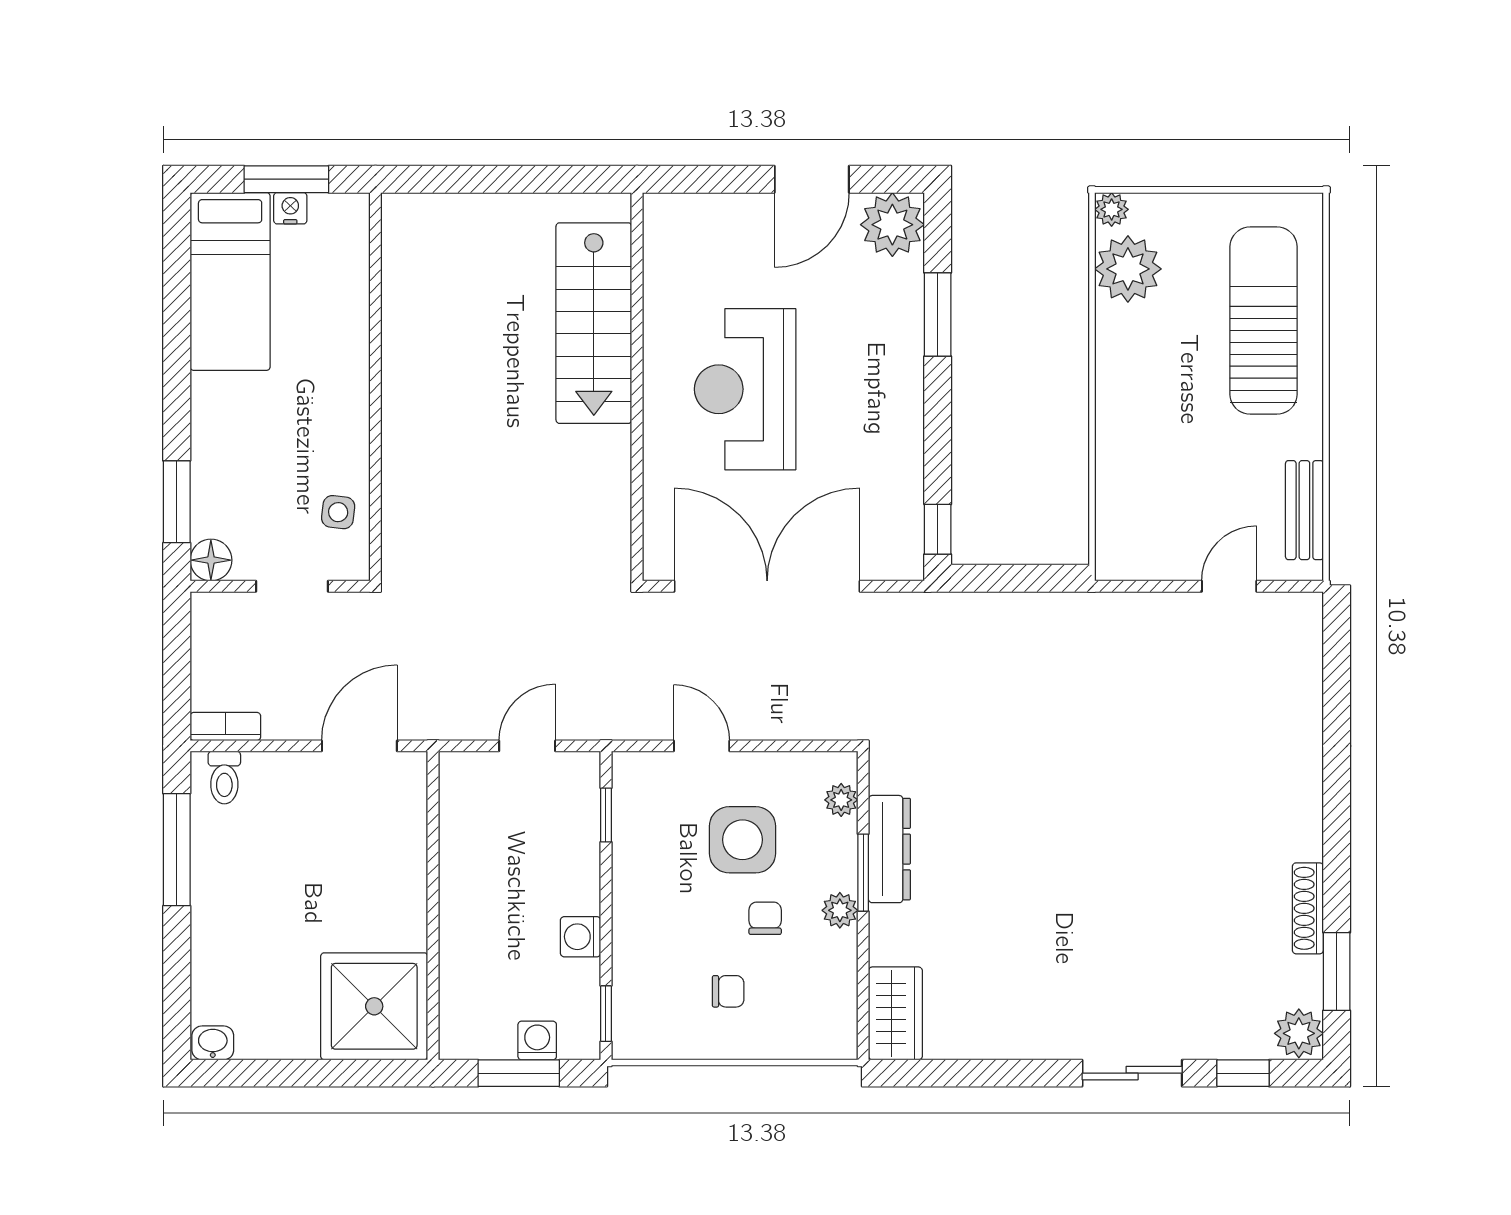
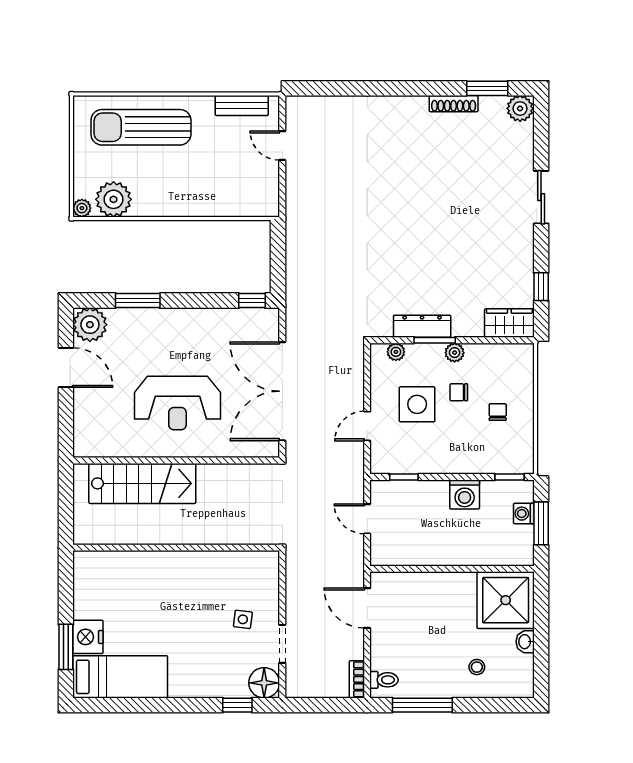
nightstand: (290, 208) -> (88, 637), width x1.89, depth x1.79
wall: (375, 387) -> (176, 548), moved
window: (177, 502) -> (237, 705), width x0.67
floor lamp: (211, 560) -> (264, 683), width x1.38, depth x1.38
washing machine: (581, 937) -> (465, 494), width x1.38, depth x1.38
stool: (248, 952) -> (477, 667), added
washbasin: (213, 1043) -> (525, 642), moved
window: (1243, 1073) -> (541, 287), moved

